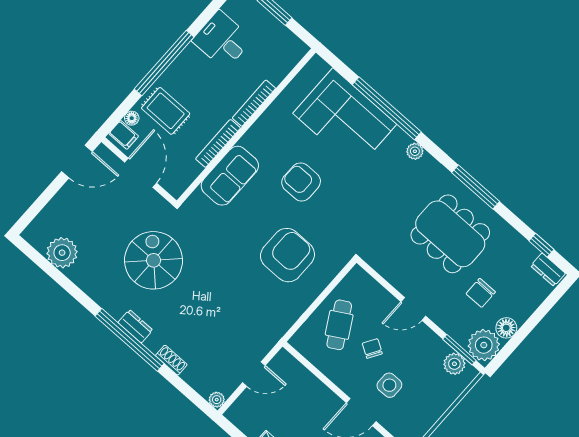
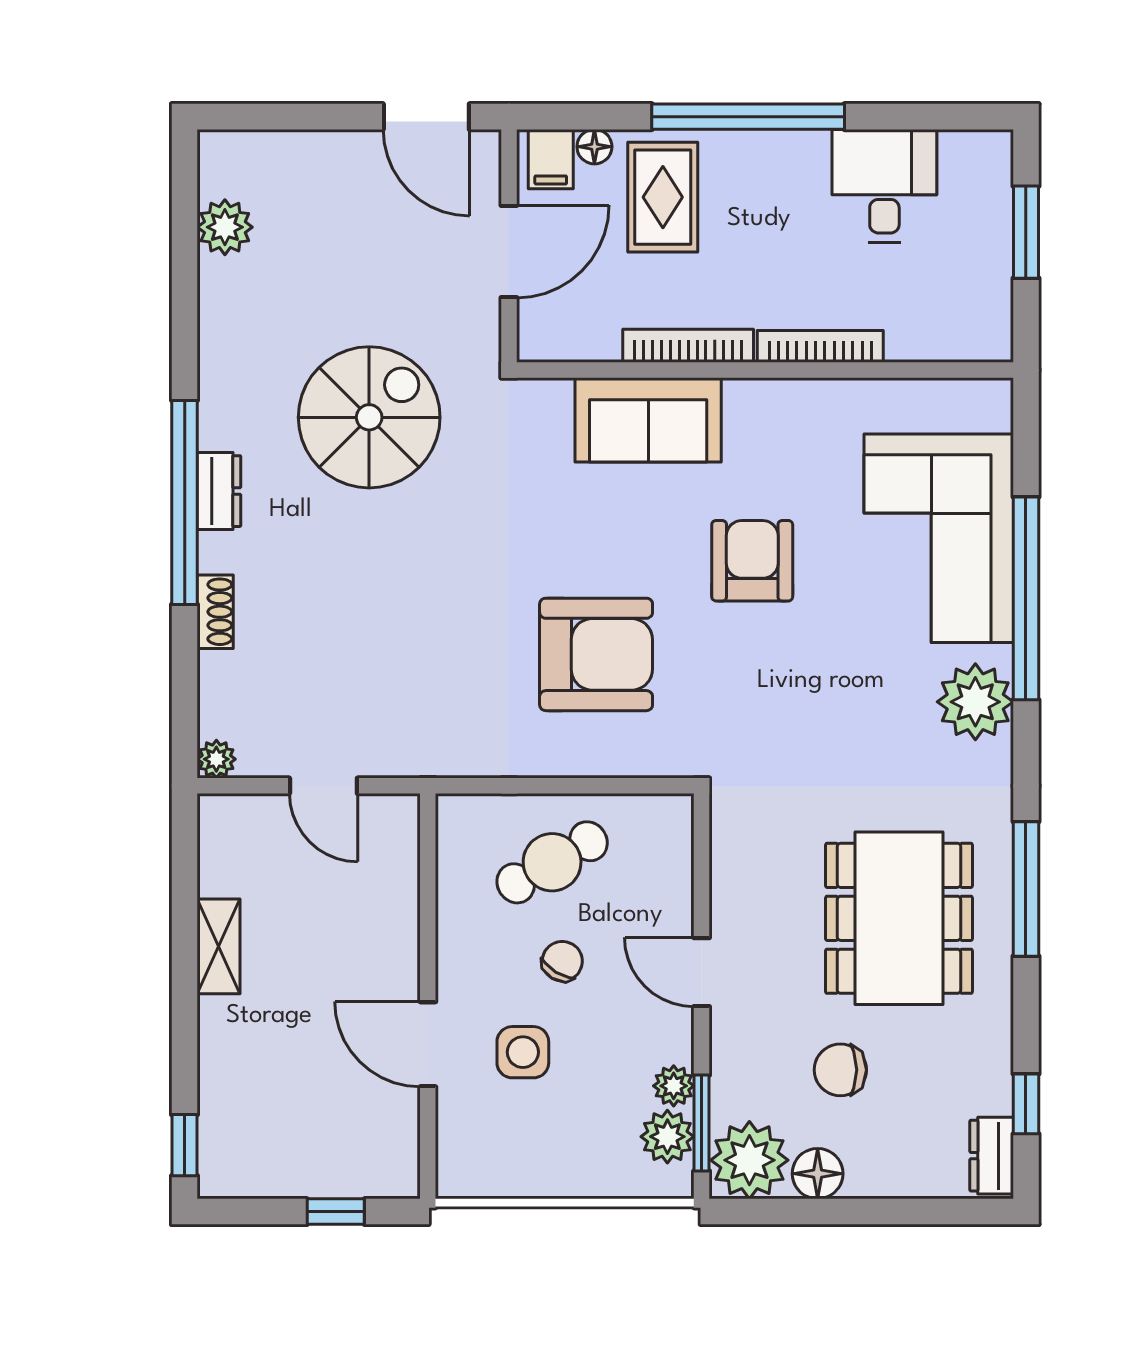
plant: (415, 151) -> (975, 702), width x1.87, depth x1.87
plant: (62, 253) -> (225, 227), width x0.73, depth x0.73
plant: (441, 348) -> (674, 1086), added

